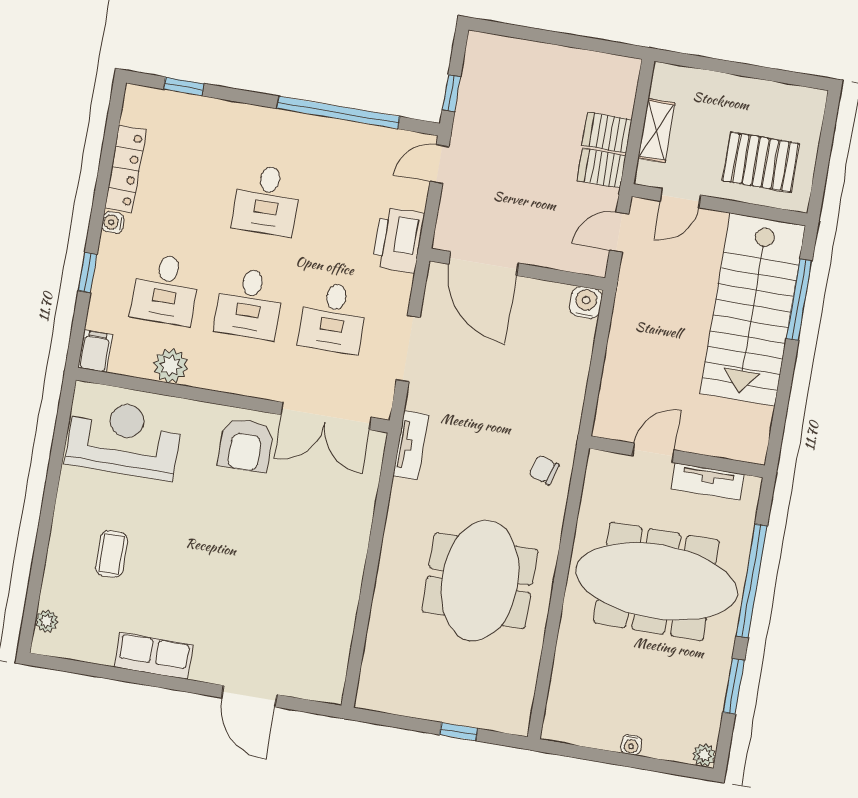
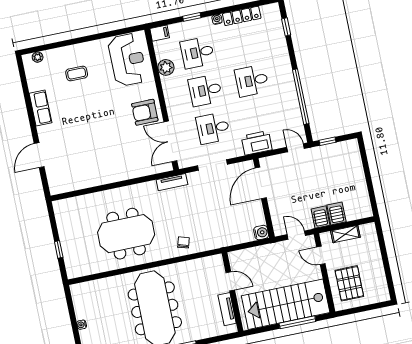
door: (653, 453) -> (230, 281), moved
wall: (677, 457) -> (233, 292), moved
tv unit: (708, 482) -> (227, 309), moved

